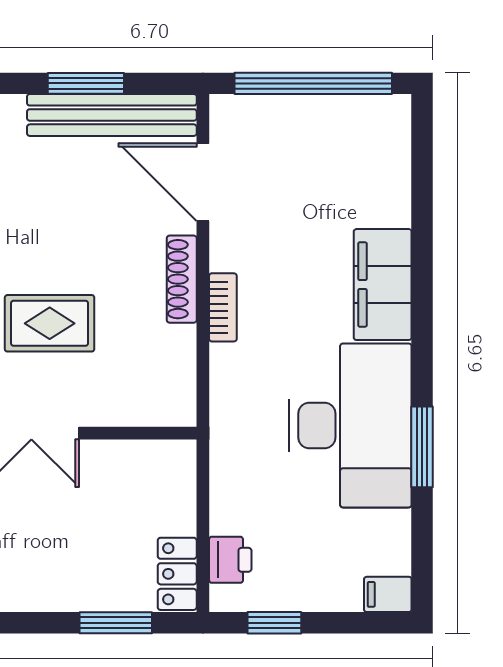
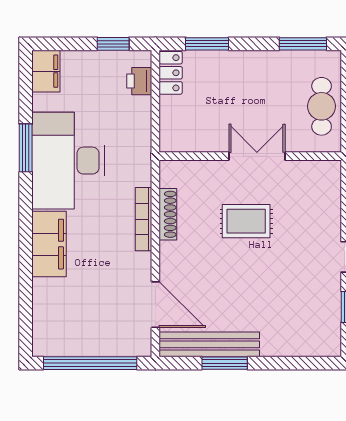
shoe rack: (182, 279) -> (168, 214), moved
bookcase: (223, 307) -> (144, 219), width x1.56
filing cabinet: (388, 594) -> (46, 71), width x2.00

